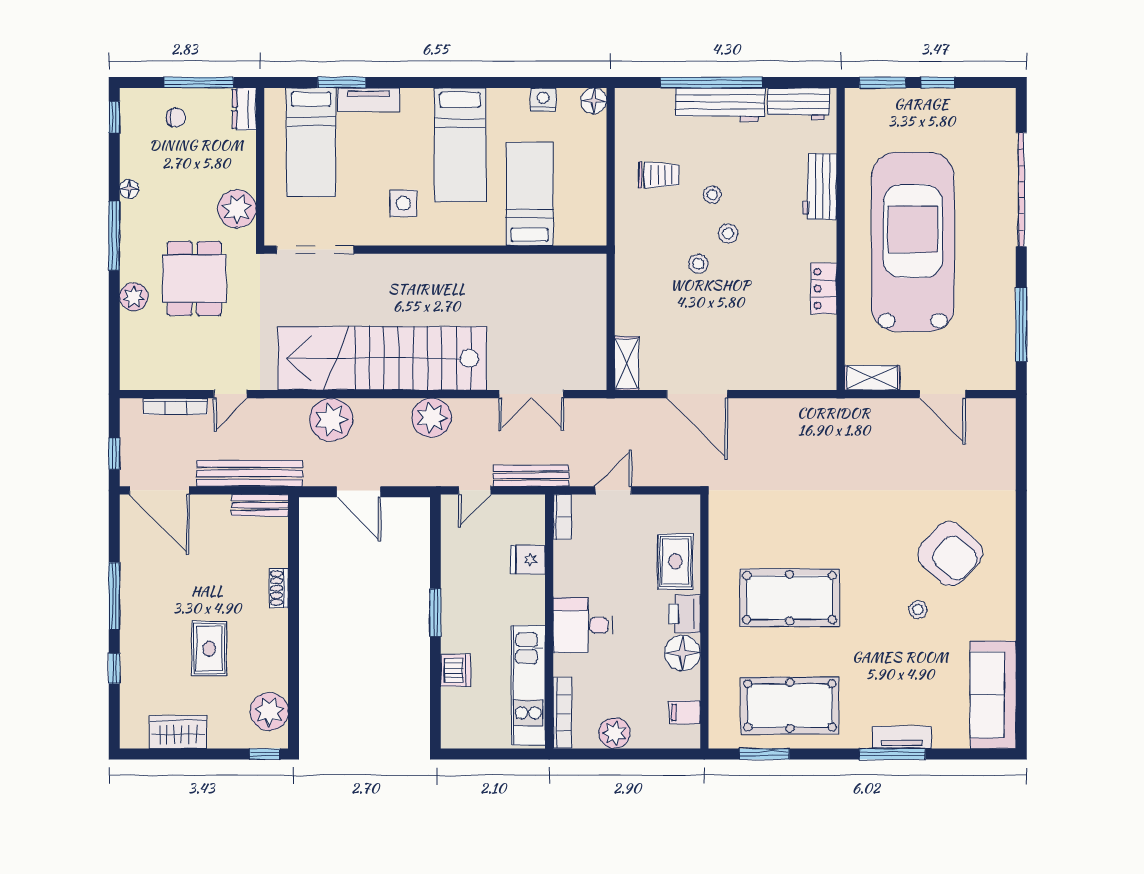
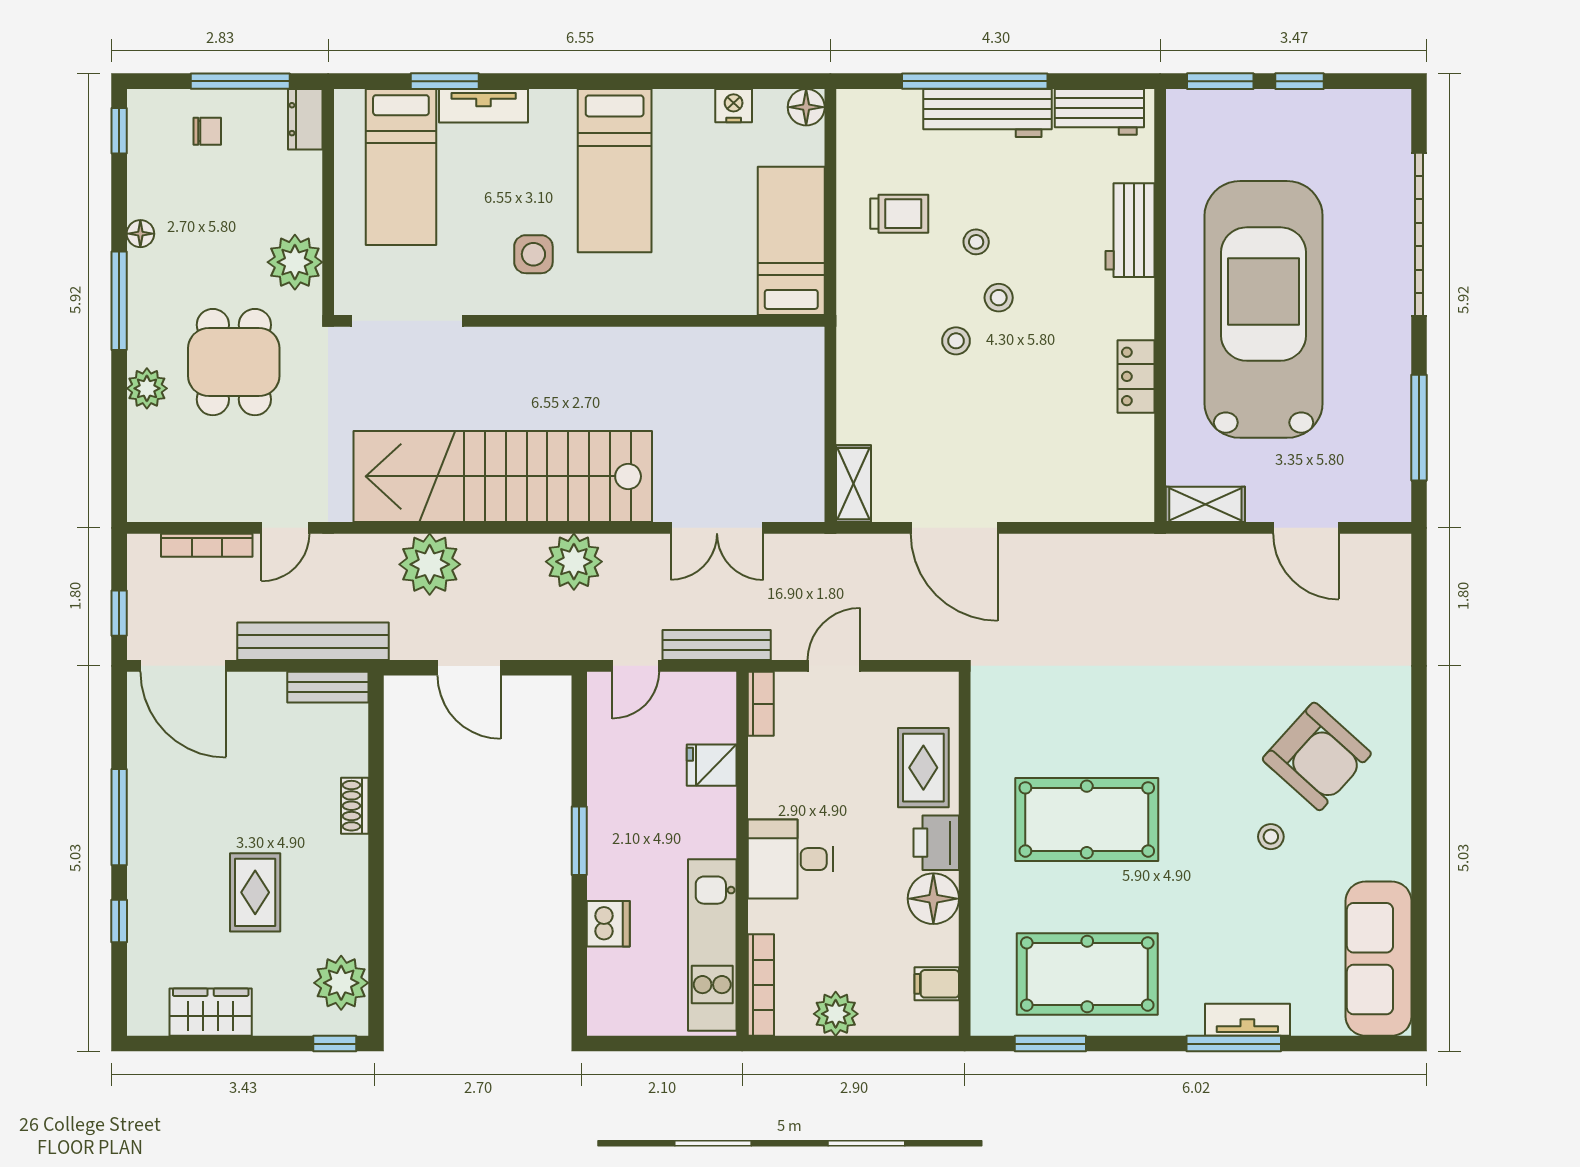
bed: (530, 194) -> (791, 241), moved

